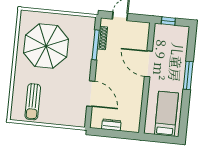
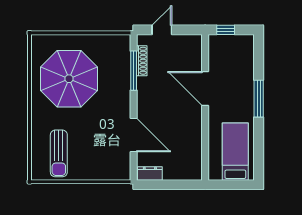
dresser: (111, 125) -> (150, 173), moved

